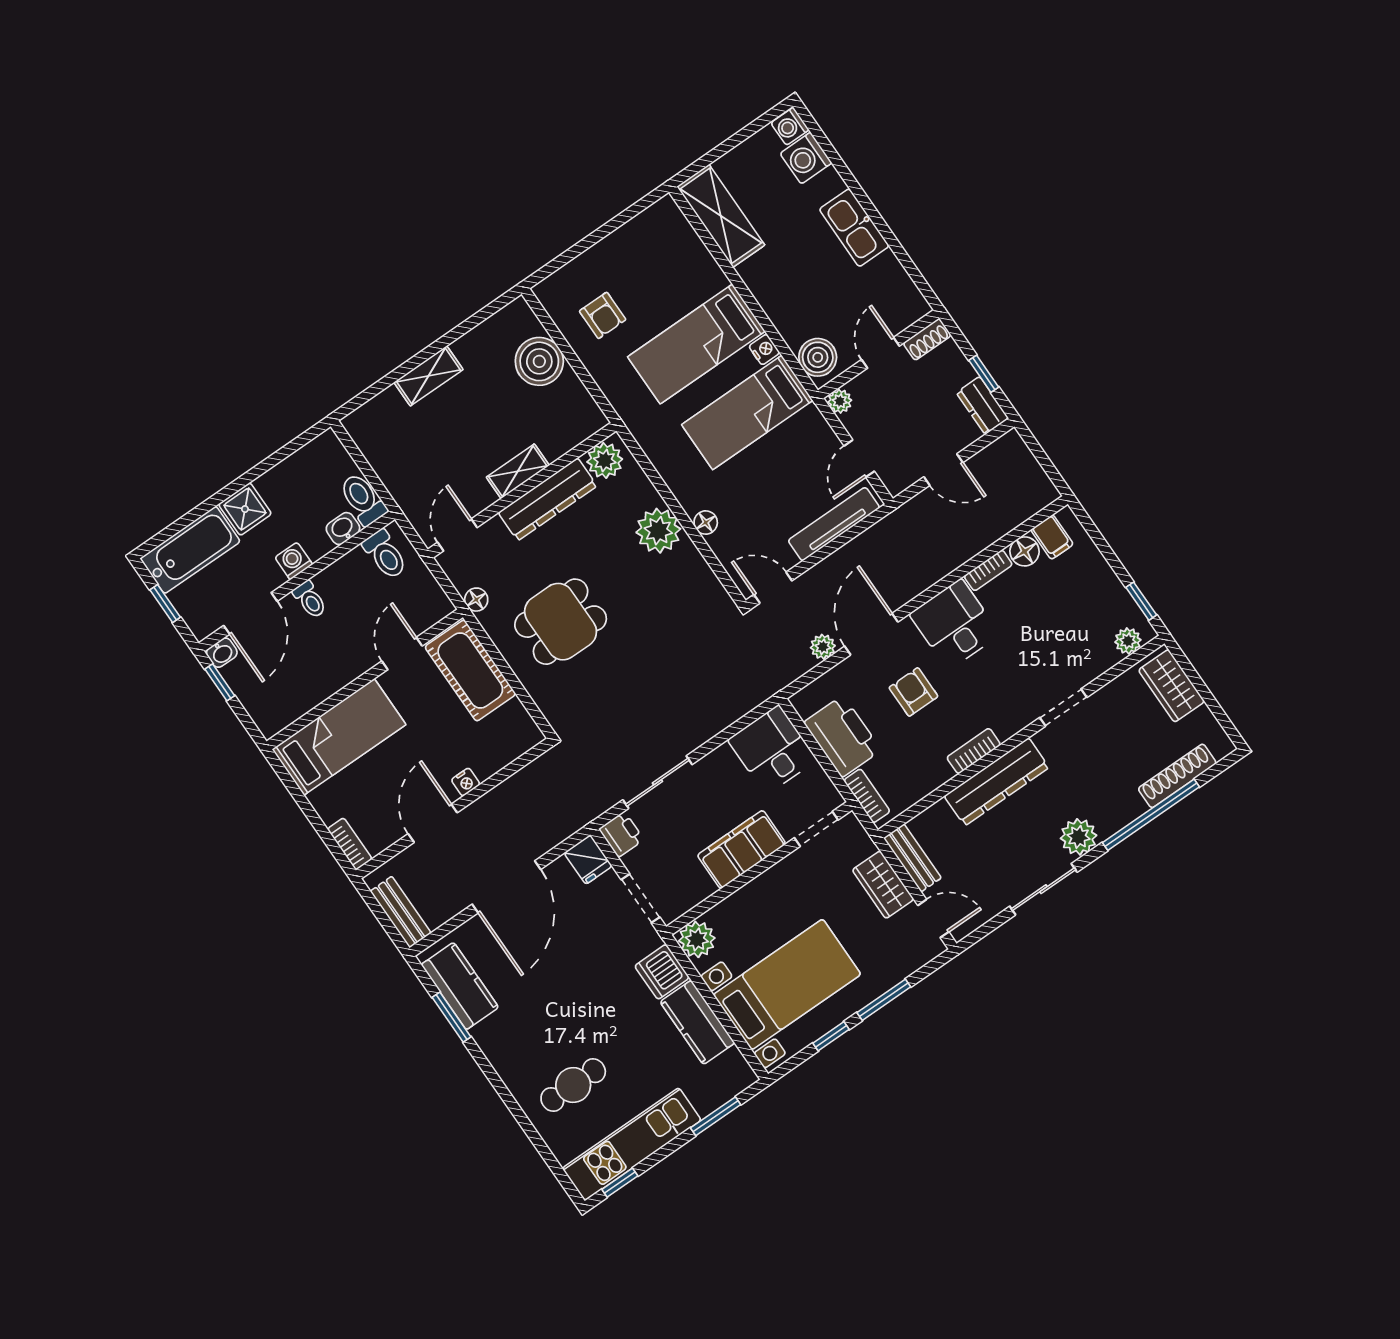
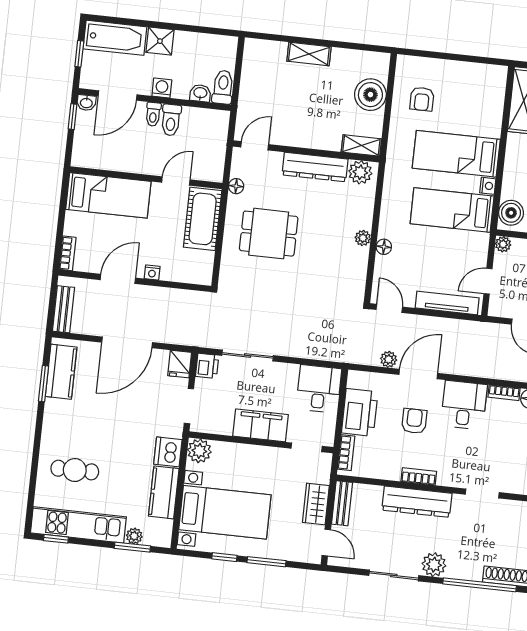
shelving: (518, 471) -> (361, 145), moved
plant: (658, 531) -> (363, 238), width x0.53, depth x0.53
toilet: (385, 554) -> (171, 120), moved
plant: (707, 1102) -> (134, 536), added

